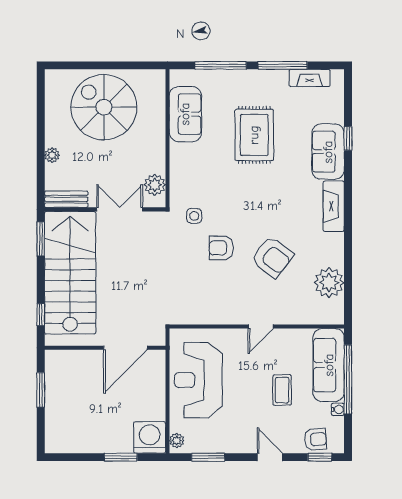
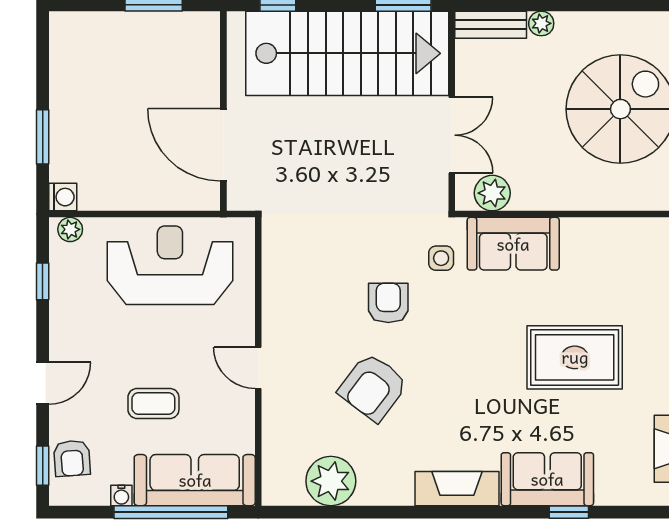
sofa: (185, 114) -> (513, 244), moved
bench: (66, 199) -> (491, 25), moved, turned 90
washing machine: (150, 437) -> (63, 197), width x0.53, depth x0.53
window: (208, 457) -> (43, 281), width x0.67

